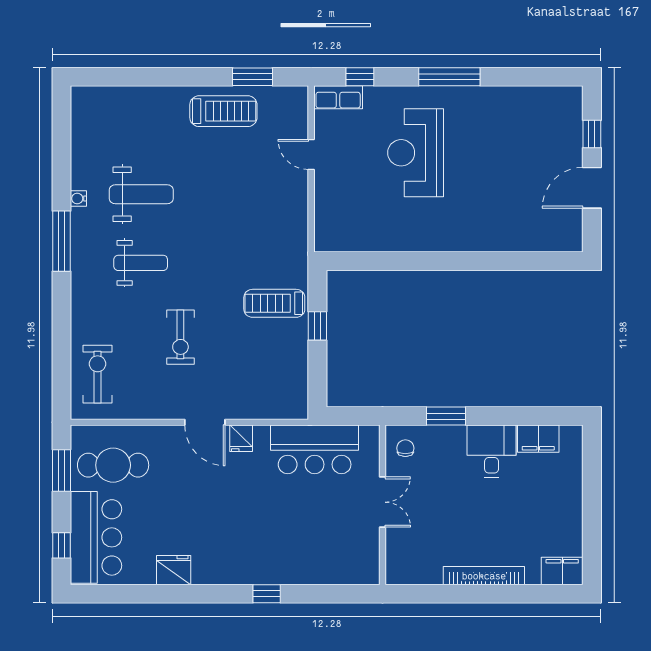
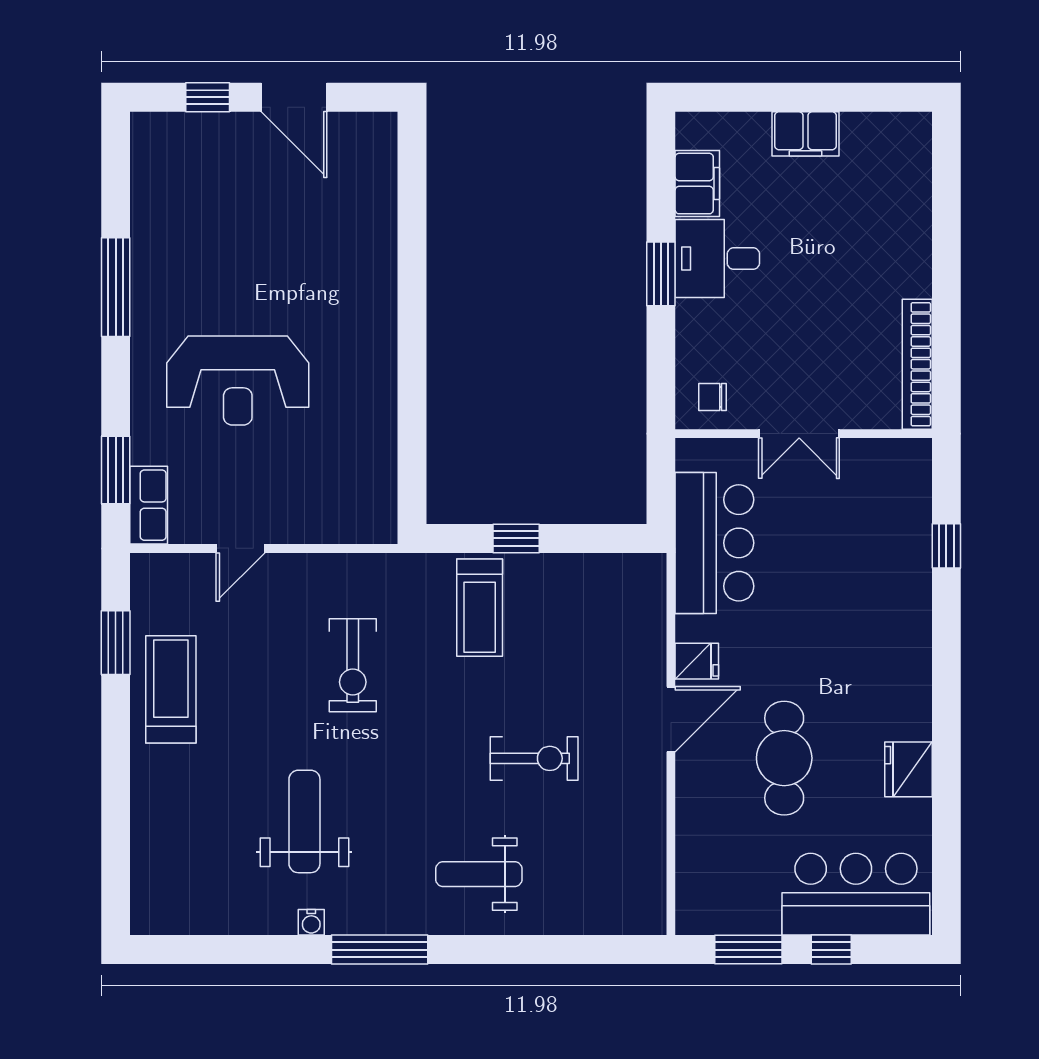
window: (360, 77) -> (116, 470), width x1.50
window: (449, 77) -> (116, 287), moved
weight bench: (141, 263) -> (479, 874), moved, turned -90
exercise bike: (98, 374) -> (353, 665), moved, turned -90
window: (446, 416) -> (661, 274), moved
cafe table: (113, 465) -> (784, 758), moved
double door: (383, 502) -> (799, 434), swing flipped
window: (62, 545) -> (831, 950), moved
filing cabinet: (562, 571) -> (805, 134), moved, turned -90
bookcase: (484, 576) -> (917, 364), moved
window: (267, 594) -> (946, 546), moved

